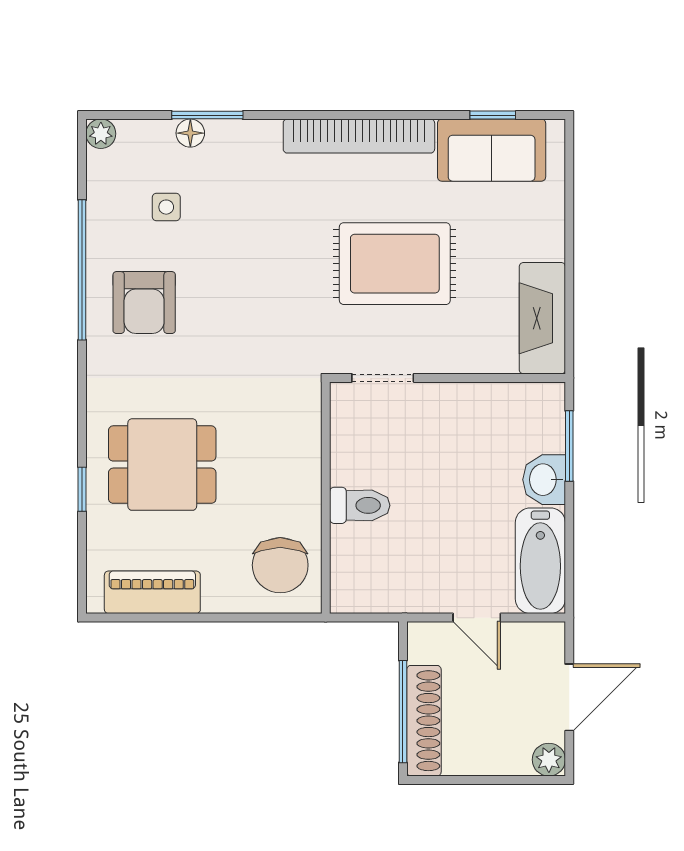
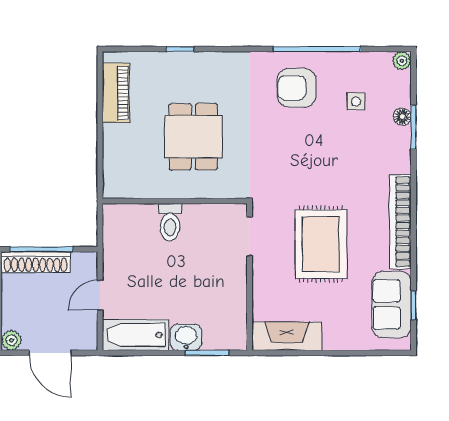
dining table: (162, 465) -> (193, 137), moved
chair: (280, 565) -> (133, 173), removed

